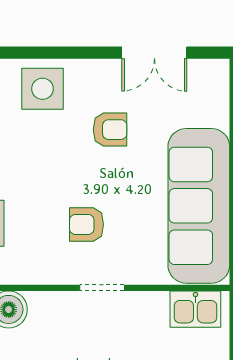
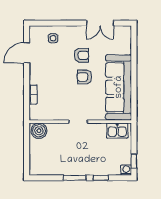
side table: (42, 89) -> (53, 38), width x0.54, depth x0.54
armchair: (87, 224) -> (84, 77), moved

